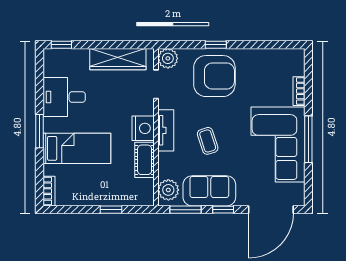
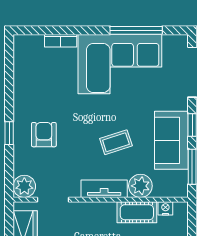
armchair: (214, 76) -> (44, 135), width x0.53, depth x0.53
nightstand: (143, 128) -> (165, 208), moved, width x0.53, depth x0.56
window: (308, 139) -> (136, 30), moved
plant: (168, 190) -> (140, 186), moved

